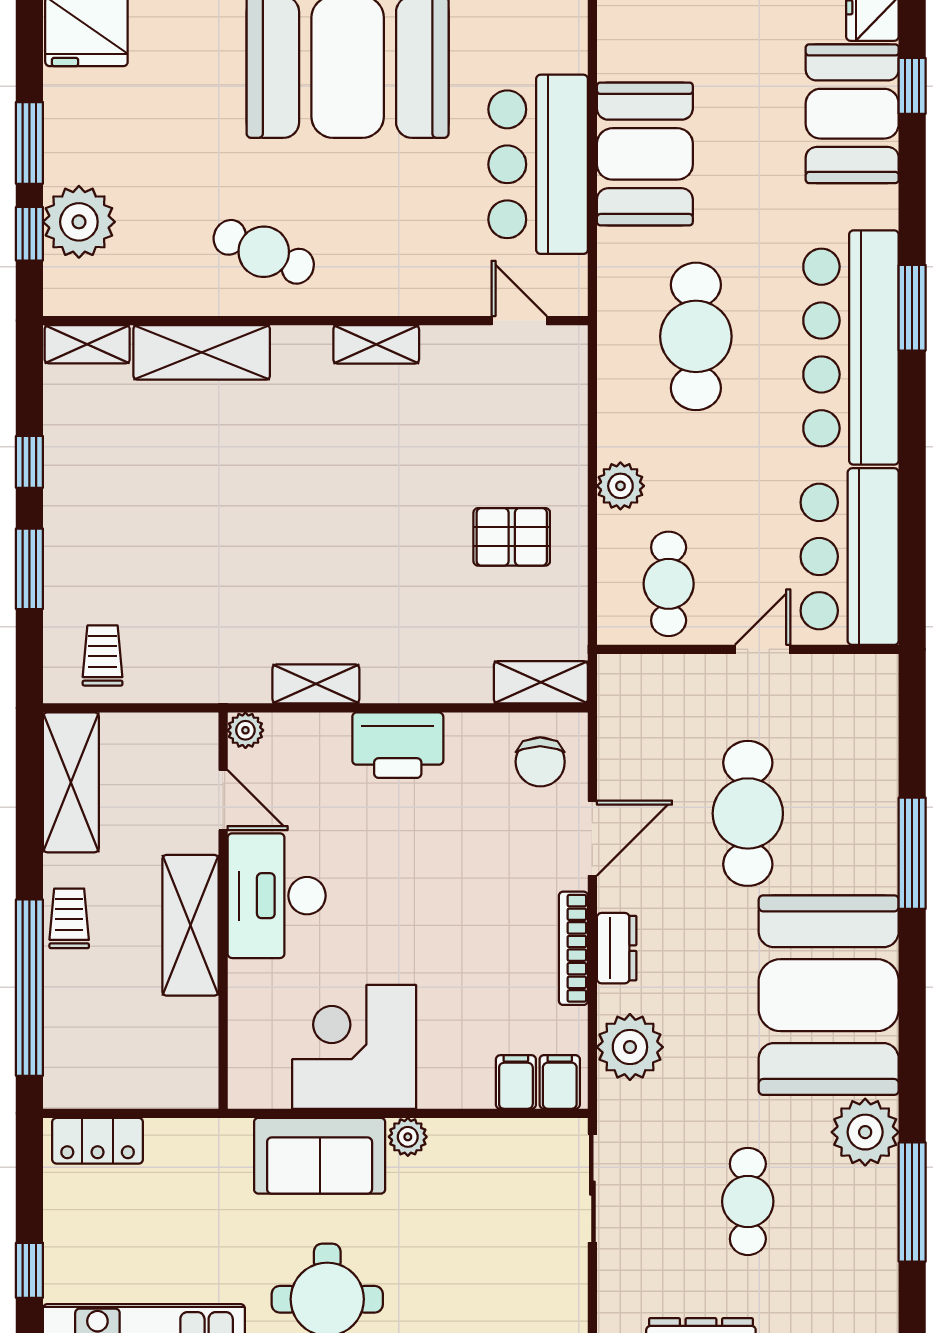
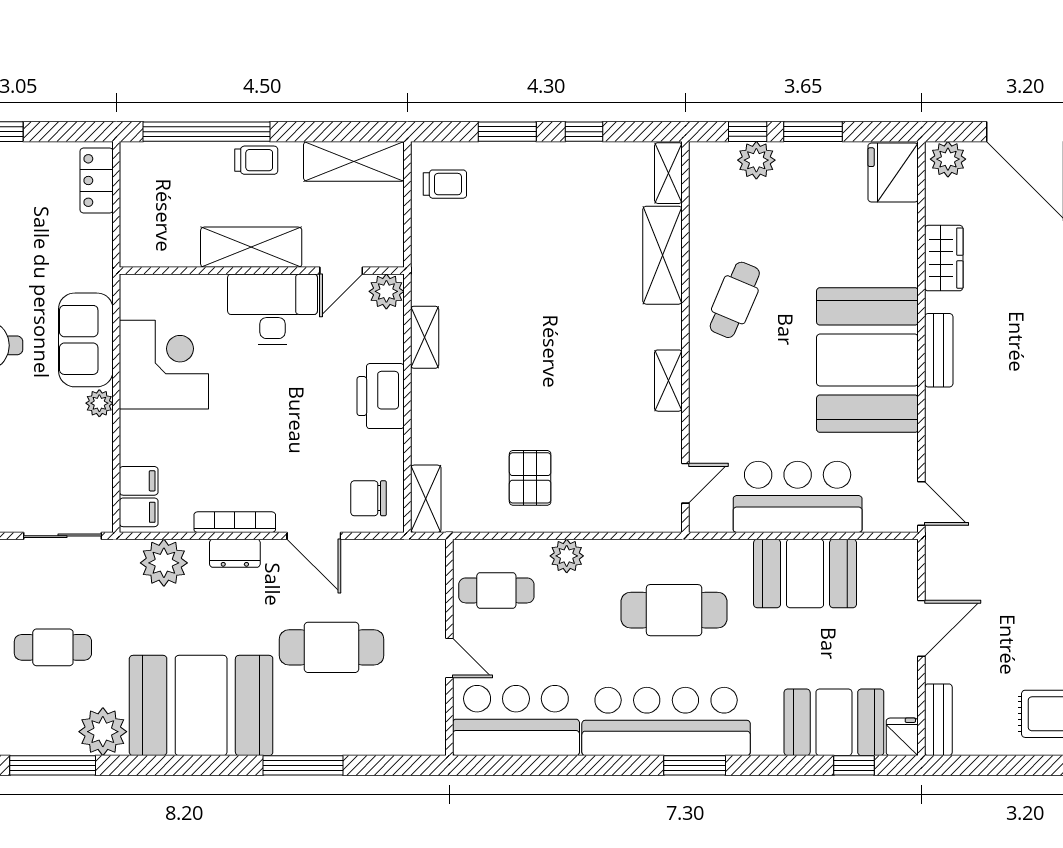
plant: (79, 222) -> (756, 160), width x0.73, depth x0.73
plant: (245, 730) -> (386, 291), width x1.38, depth x1.38

